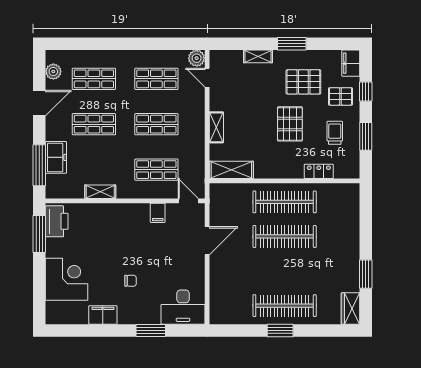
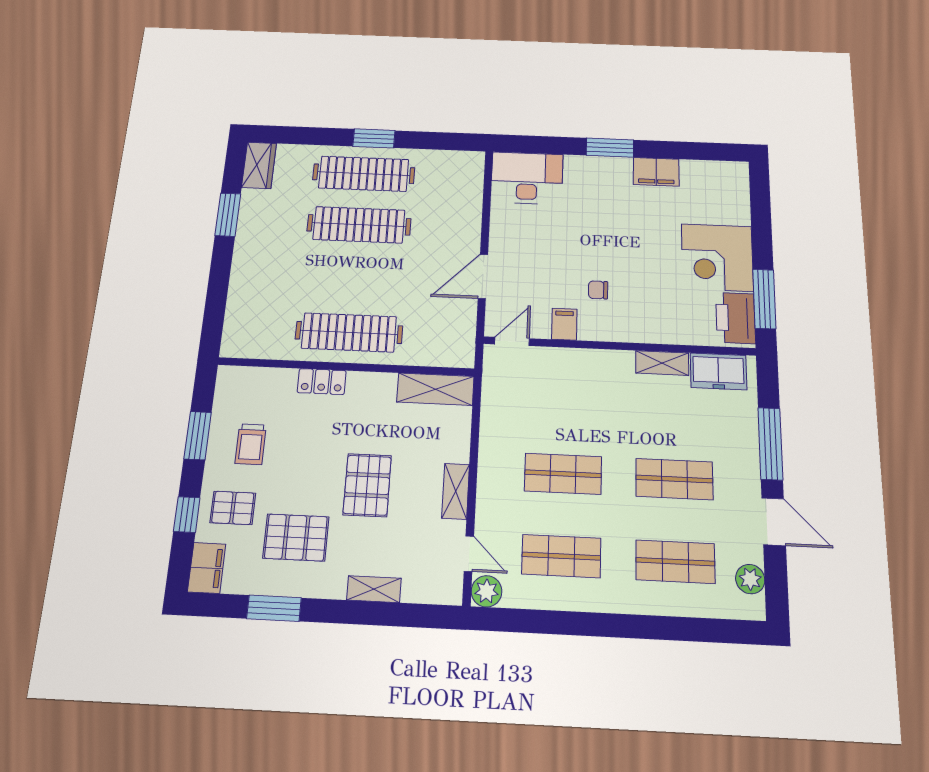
window: (292, 44) -> (274, 608), moved
door: (39, 103) -> (774, 522), swing flipped
pallet: (290, 124) -> (367, 485), moved
shelving: (216, 127) -> (456, 491), moved
freezer: (56, 157) -> (718, 371), moved, turned -90
window: (39, 165) -> (770, 444), moved
shop shelf: (156, 170) -> (565, 395), removed
locker: (319, 171) -> (322, 382), moved
door: (188, 201) -> (512, 341), swing flipped
clothes rail: (285, 236) -> (359, 225), moved
corner desk: (67, 279) -> (717, 258), moved
chair: (130, 281) -> (598, 290), moved
window: (151, 330) -> (610, 148), moved

